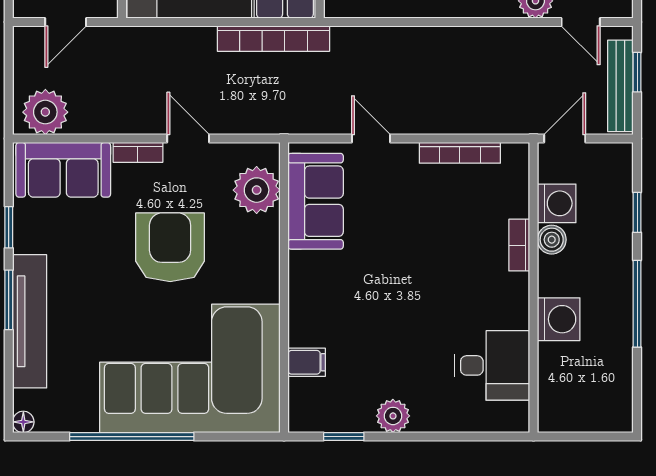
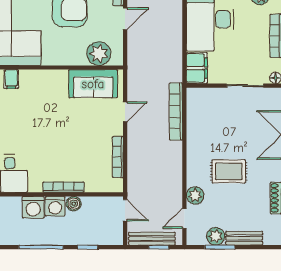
bookcase: (273, 39) -> (176, 111), moved
washing machine: (557, 203) -> (55, 206), moved
bookcase: (519, 245) -> (63, 187), width x1.56

